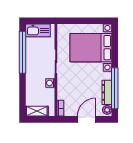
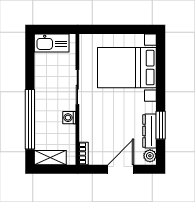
window: (22, 52) -> (30, 119), moved
window: (115, 88) -> (161, 125), width x0.47

